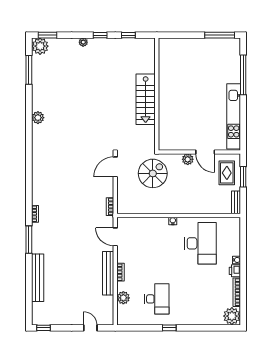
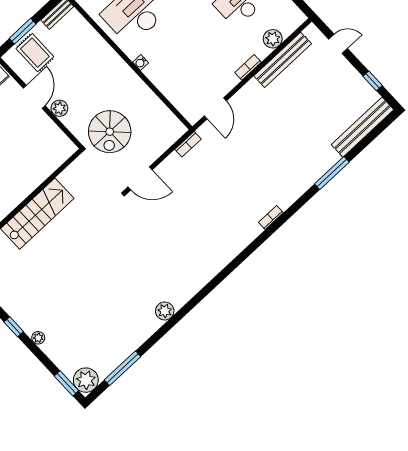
spiral stairs: (153, 173) -> (110, 132), turned -90
rug: (227, 173) -> (35, 53), turned 90
window: (29, 240) -> (332, 173), moved
bench: (108, 273) -> (283, 60), moved
bench: (38, 278) -> (363, 127), moved
window: (43, 328) -> (373, 81), moved
door: (90, 328) -> (338, 44), swing flipped

